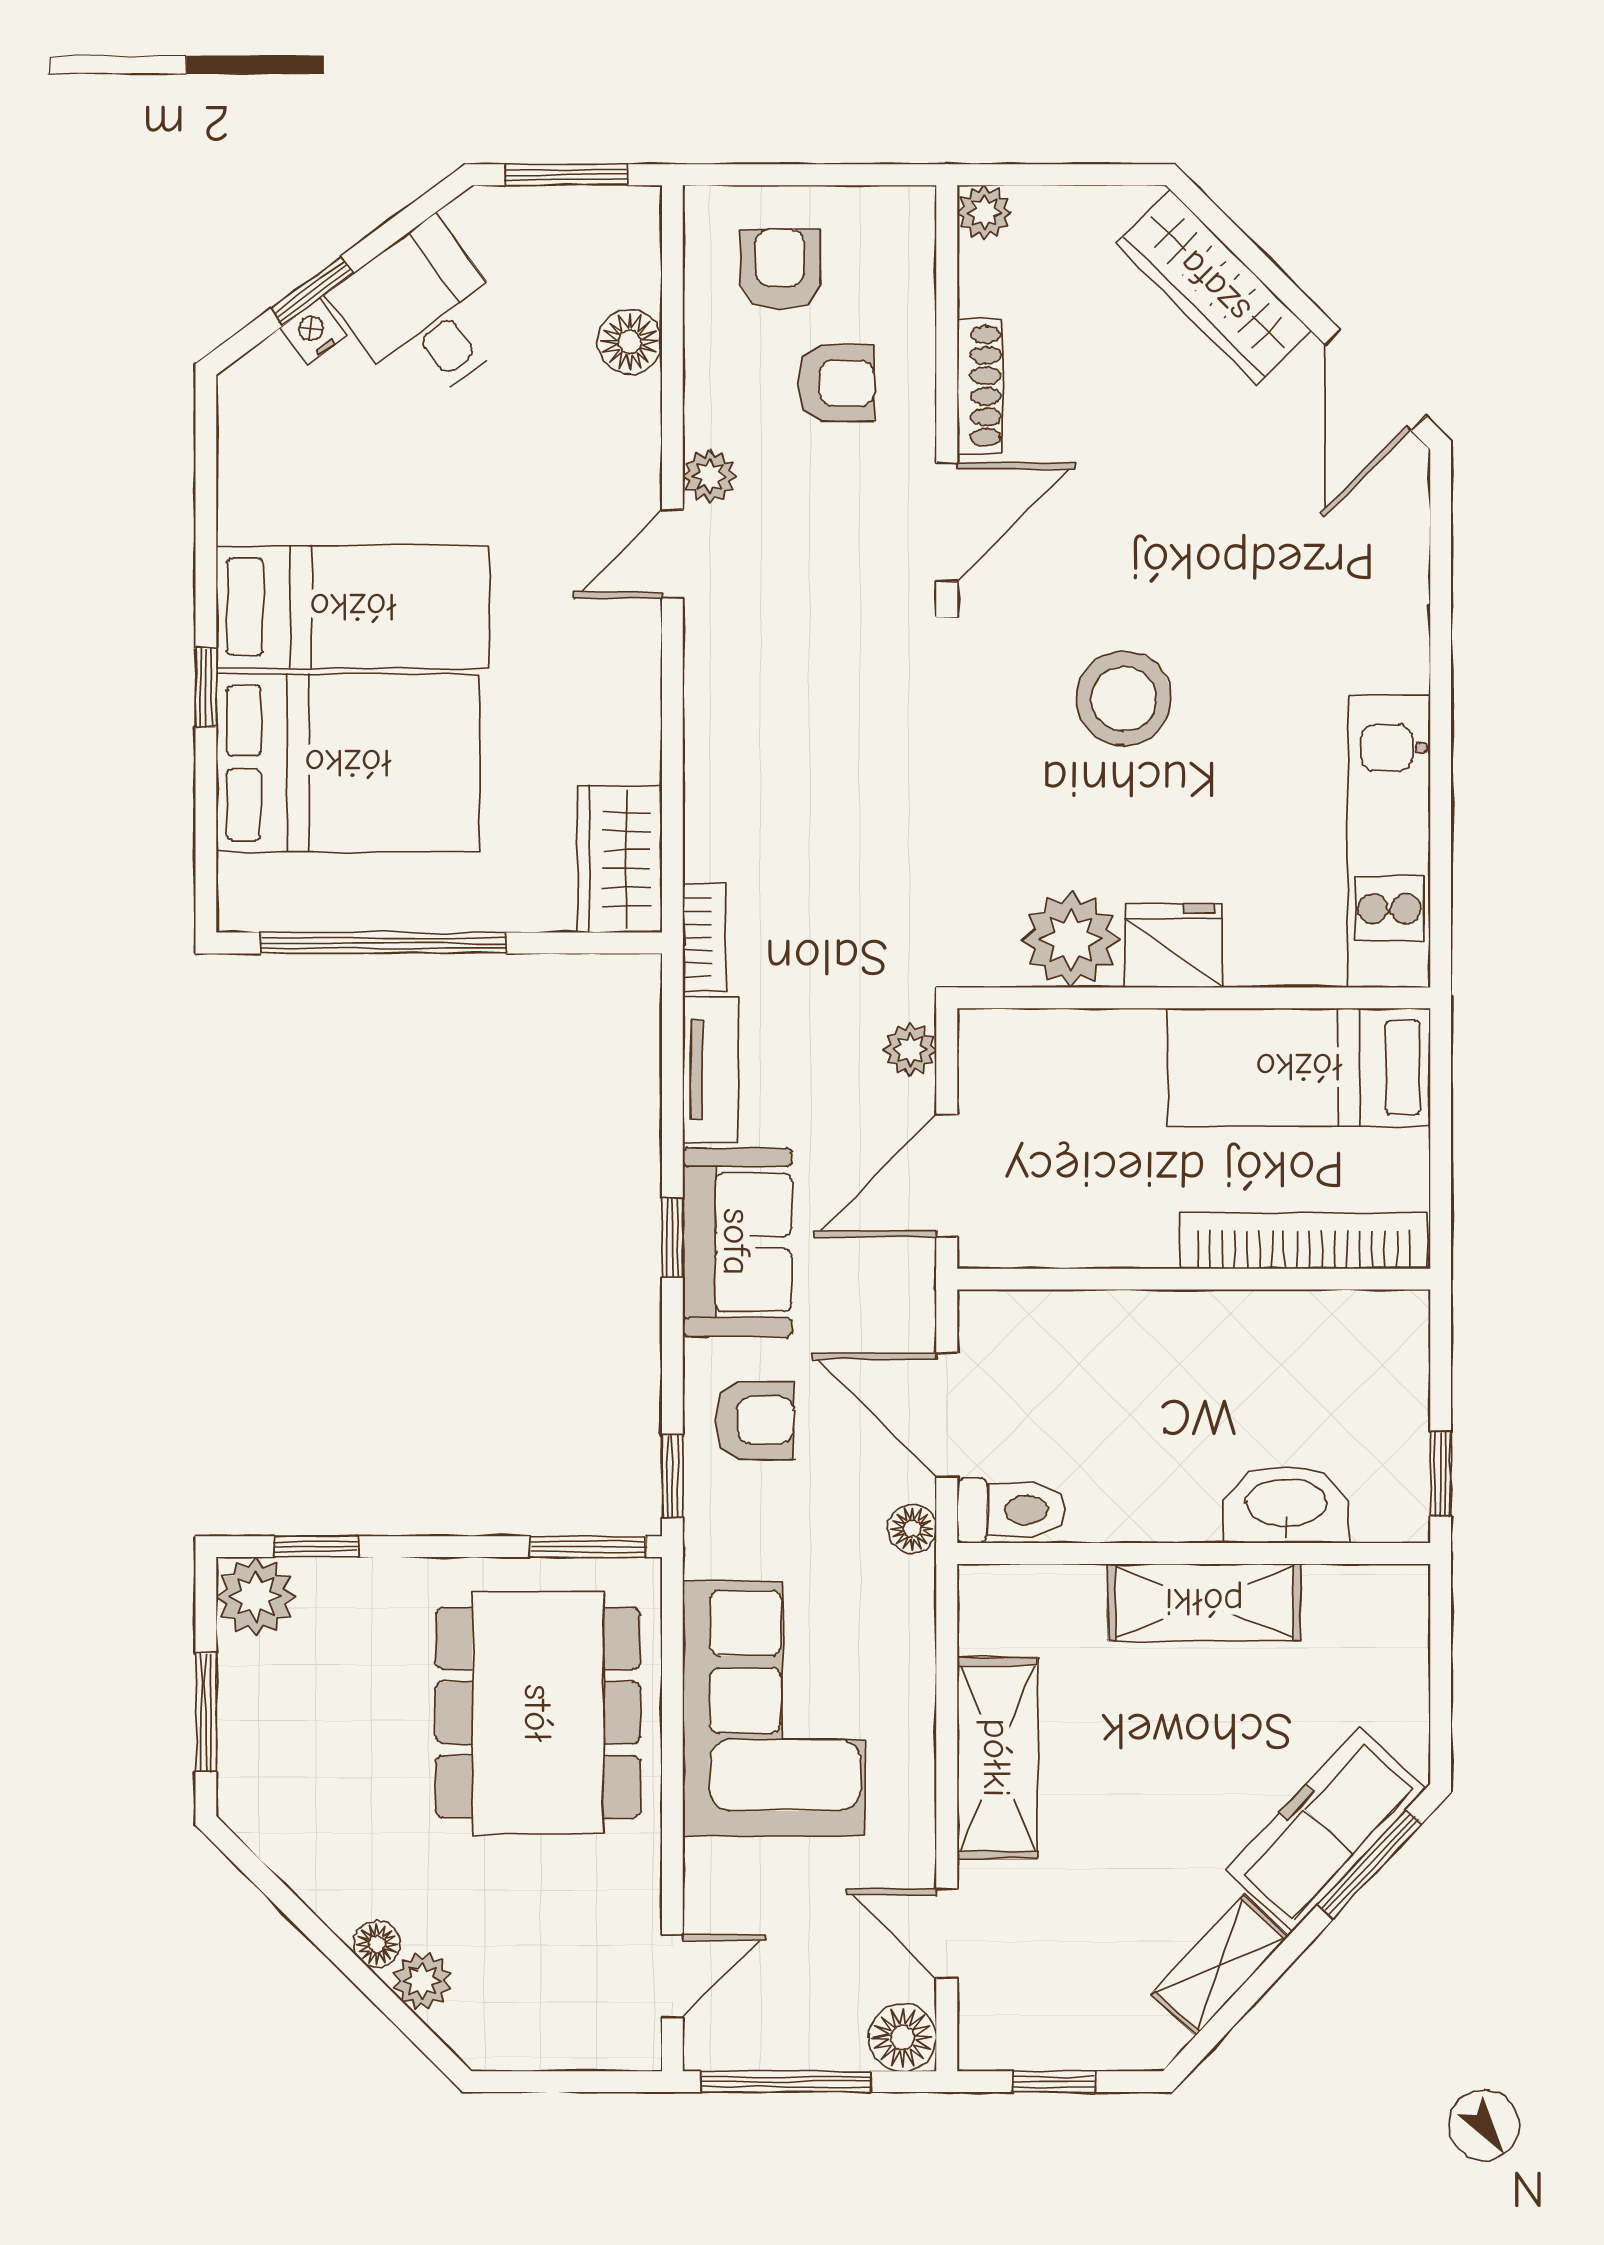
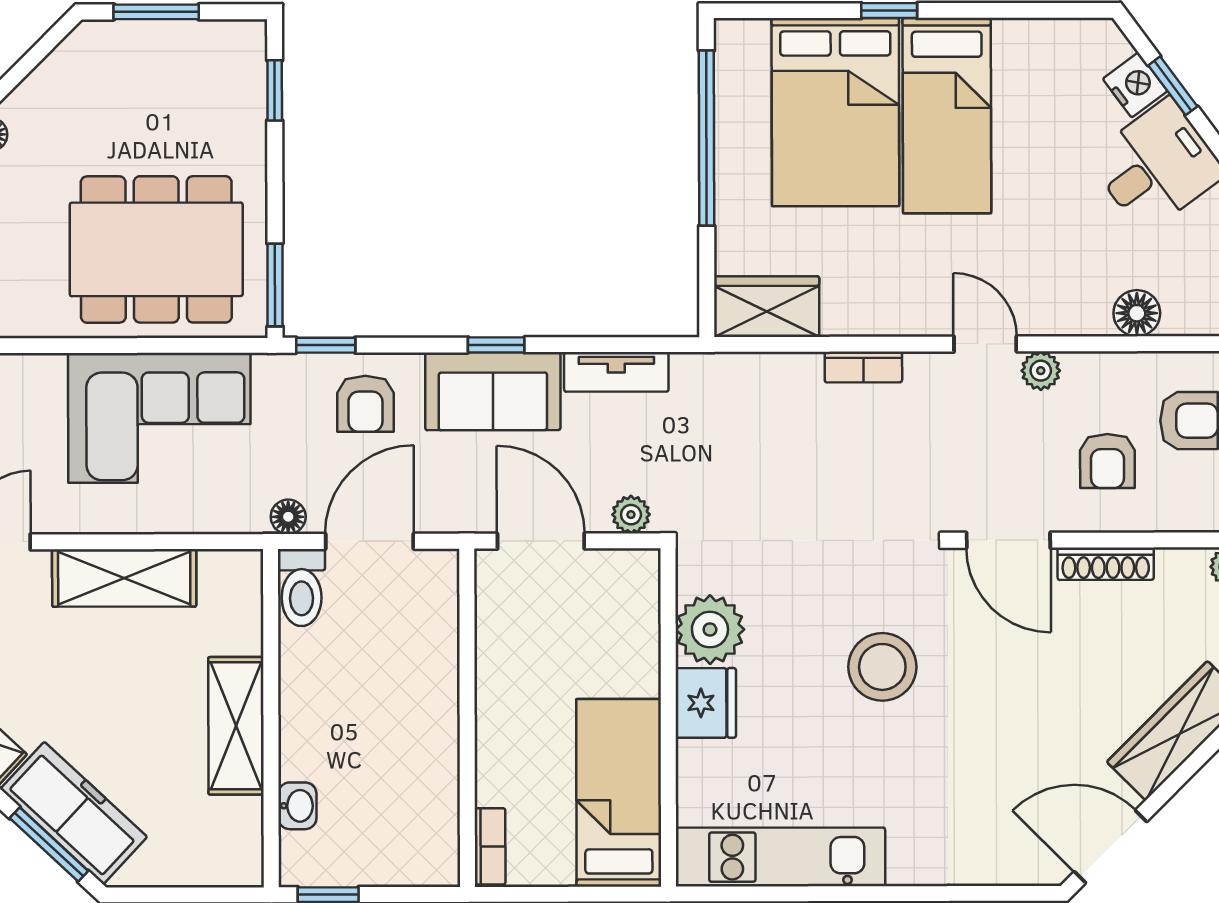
nightstand: (313, 331) -> (1135, 85), width x1.39, depth x1.35
bookcase: (704, 937) -> (863, 367), moved
bookcase: (1303, 1241) -> (490, 846), width x0.43, depth x0.76
washbasin: (1286, 1505) -> (297, 806), width x0.52, depth x0.69
plant: (256, 1597) -> (239, 47), removed

